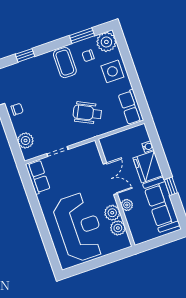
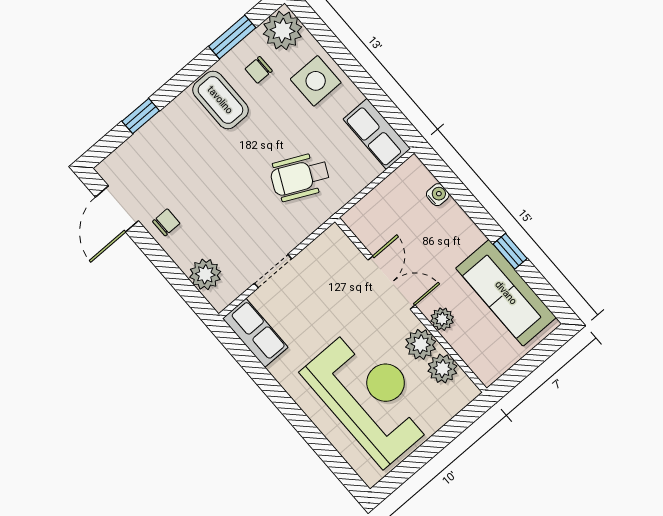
fridge: (148, 167) -> (453, 232), removed

